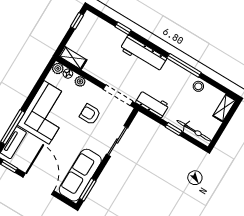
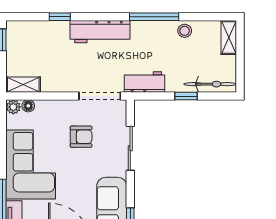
plant: (80, 81) -> (47, 106), removed
armchair: (90, 114) -> (81, 137), turned 180

